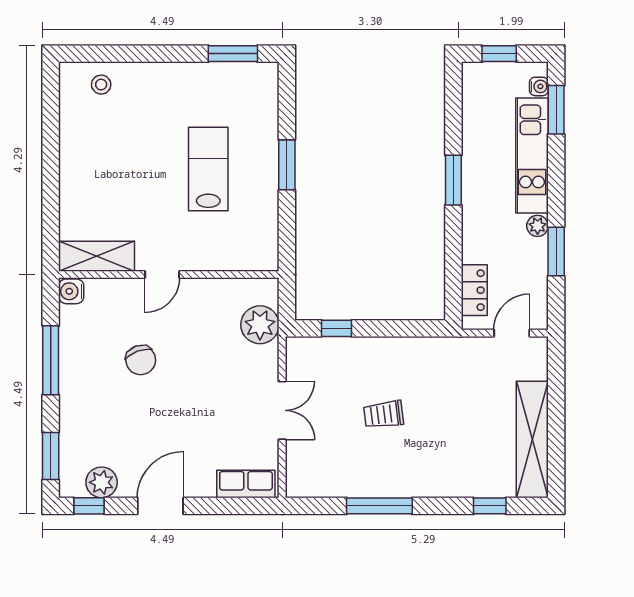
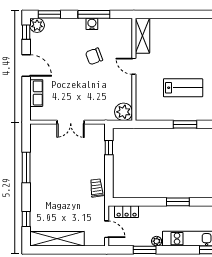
water cooler: (71, 291) -> (92, 24), moved
plant: (260, 325) -> (124, 112), moved
trolley: (384, 414) -> (96, 188), moved
plant: (102, 482) -> (37, 25), moved
row of seats: (246, 484) -> (36, 93), moved

